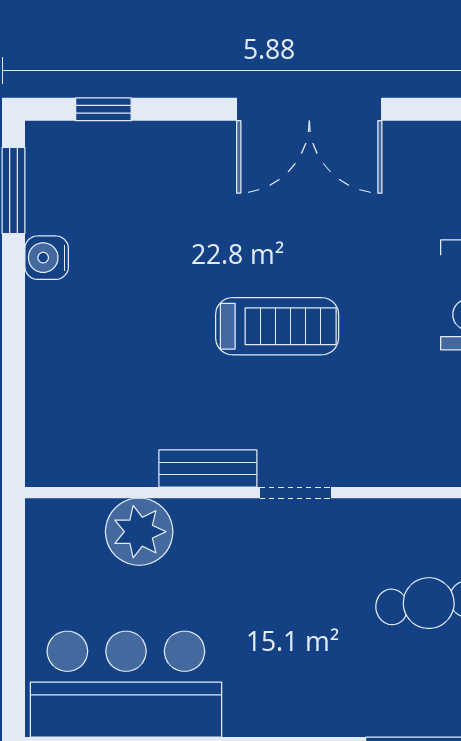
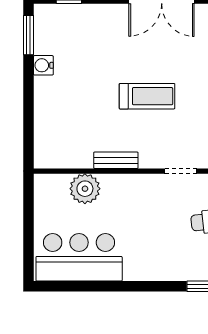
doorway: (296, 493) -> (181, 171), moved

